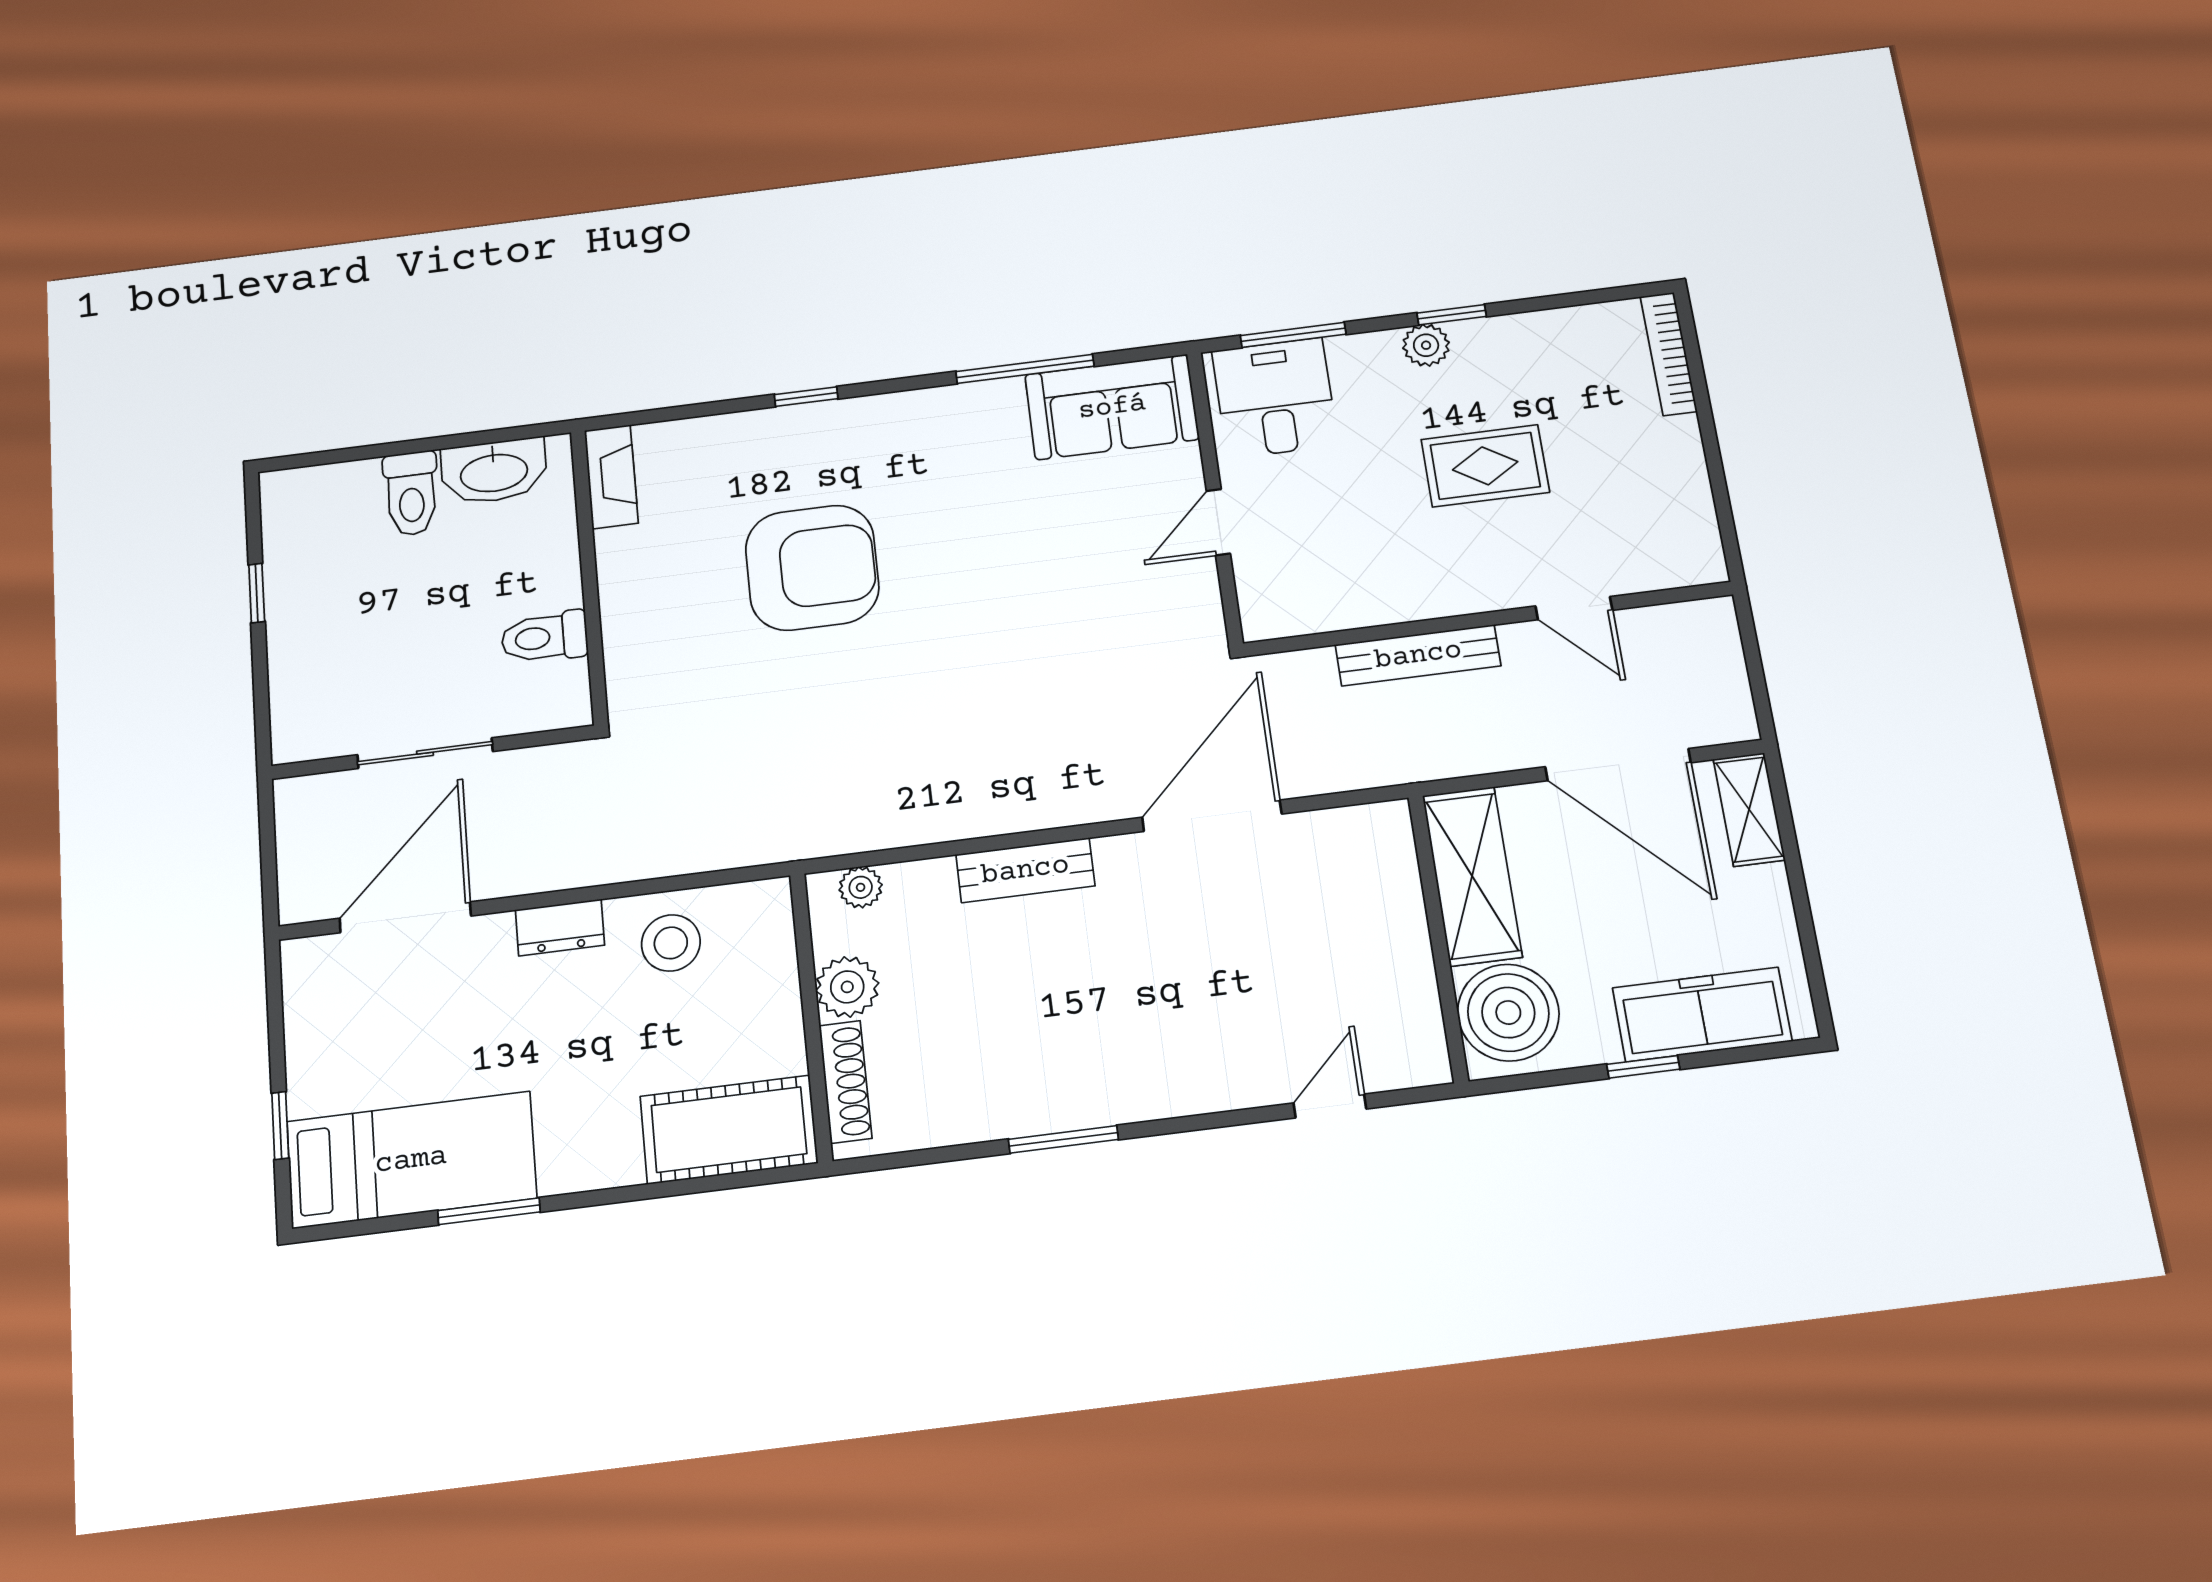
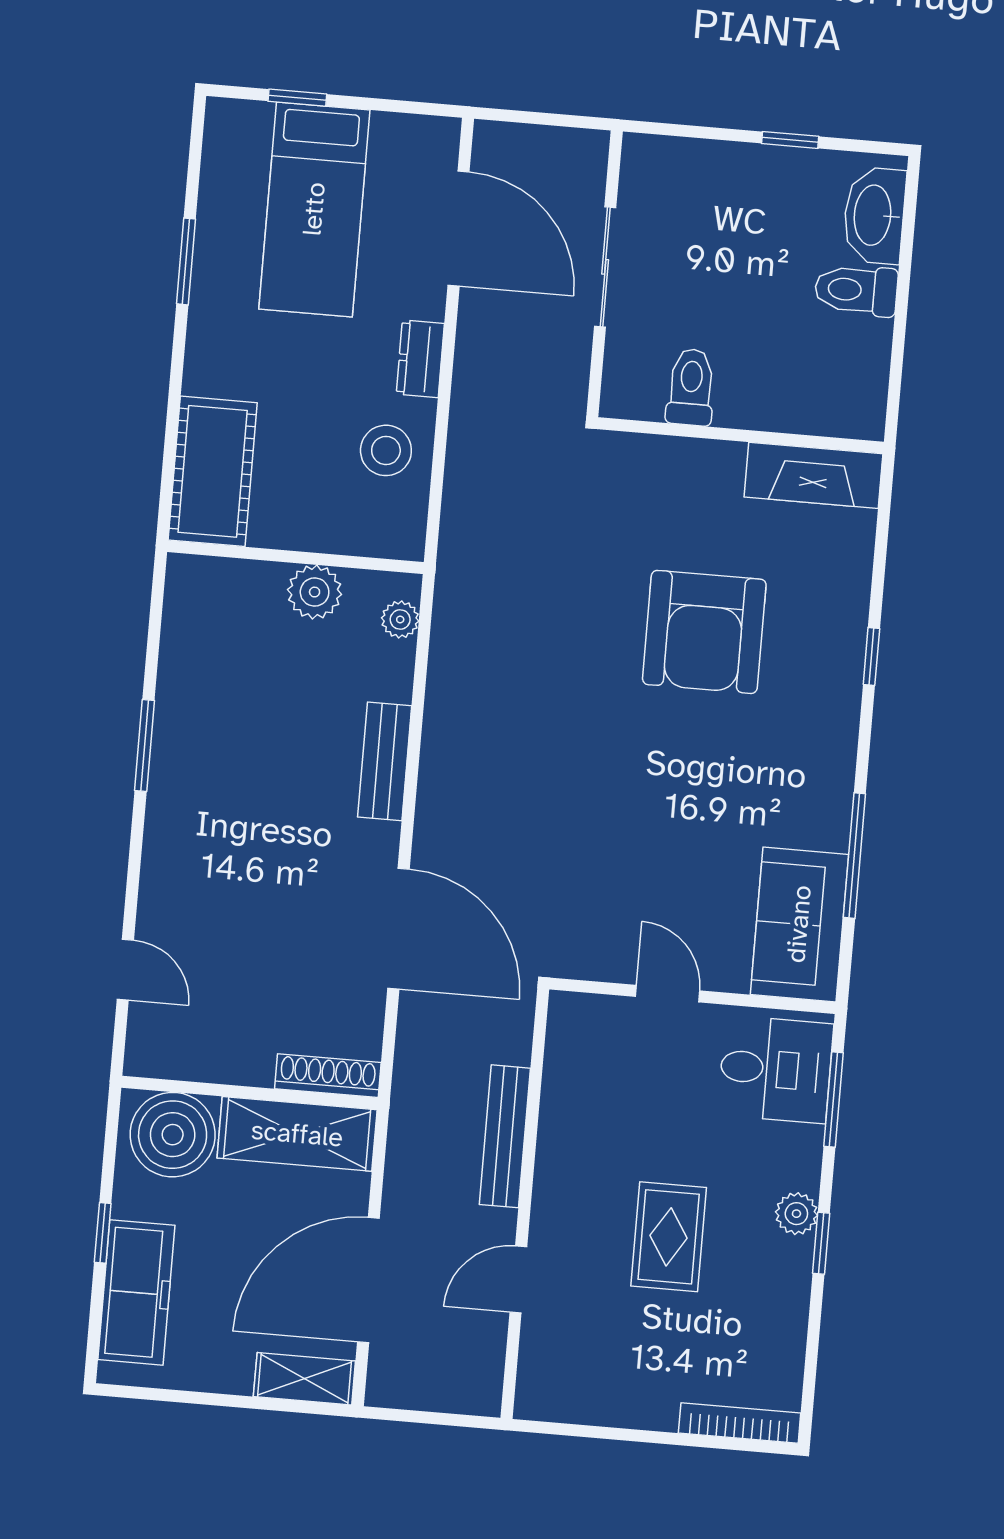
washbasin: (494, 471) -> (874, 215), moved
fireplace: (611, 477) -> (814, 475), width x1.37, depth x1.32
shoe rack: (845, 1082) -> (328, 1076), moved, turned 180
bed: (411, 1160) -> (314, 209), moved

